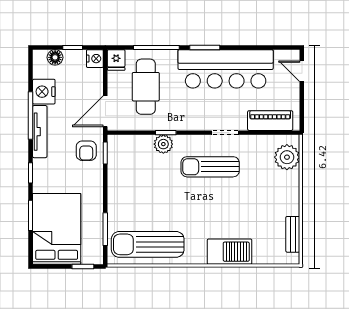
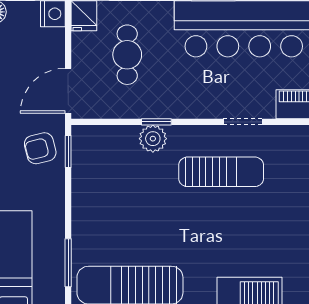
cafe table: (146, 87) -> (127, 55), width x0.73, depth x0.74
armchair: (86, 151) -> (40, 148), turned 76
sun lounger: (210, 167) -> (221, 172), turned 180

